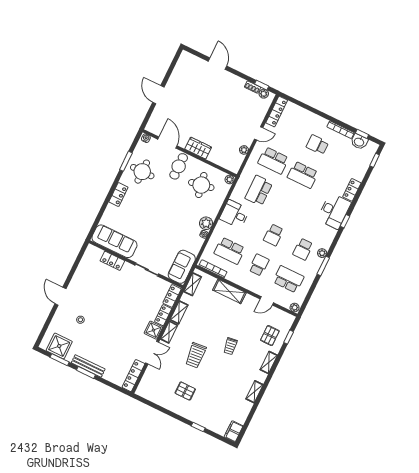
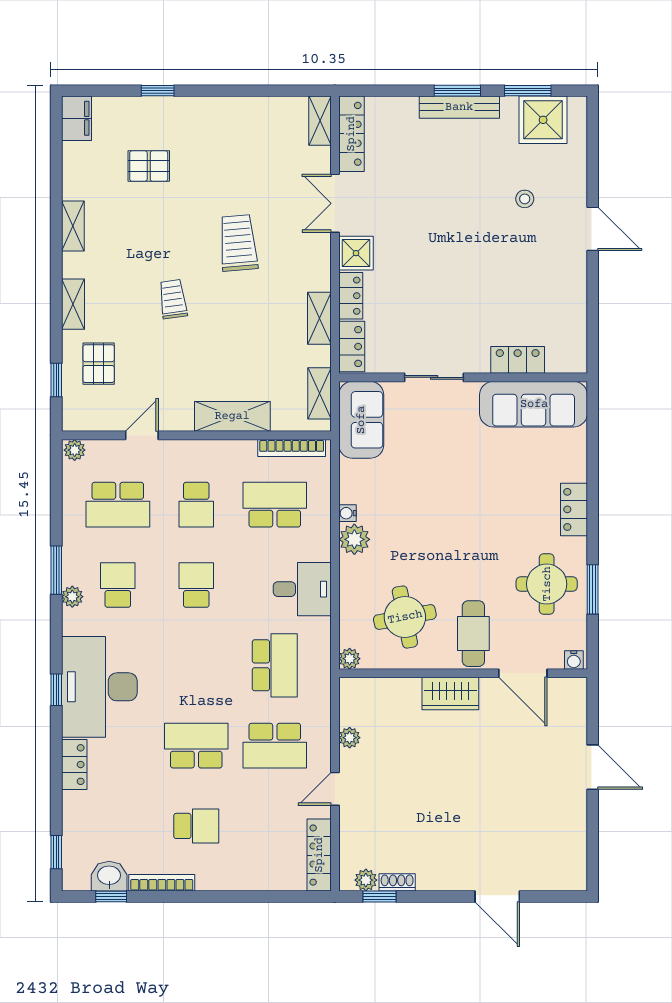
school desk: (273, 161) -> (275, 746), turned 180
desk: (334, 211) -> (99, 687), width x1.36, depth x1.30
shelving: (169, 332) -> (320, 121), moved
pallet: (185, 391) -> (149, 166), moved

